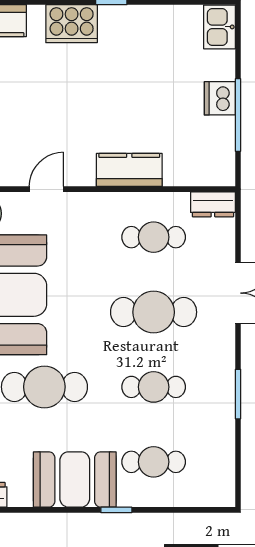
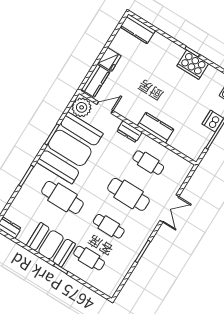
cooker: (72, 24) -> (193, 65), moved
door: (46, 189) -> (105, 107), moved
dresser: (213, 204) -> (129, 132), moved

